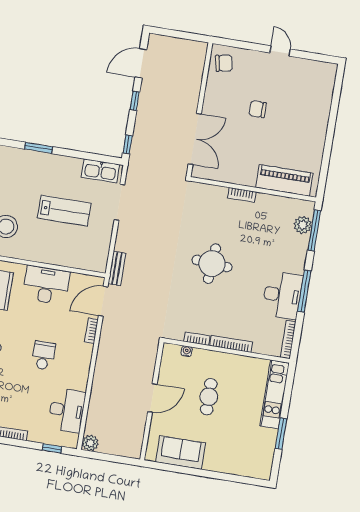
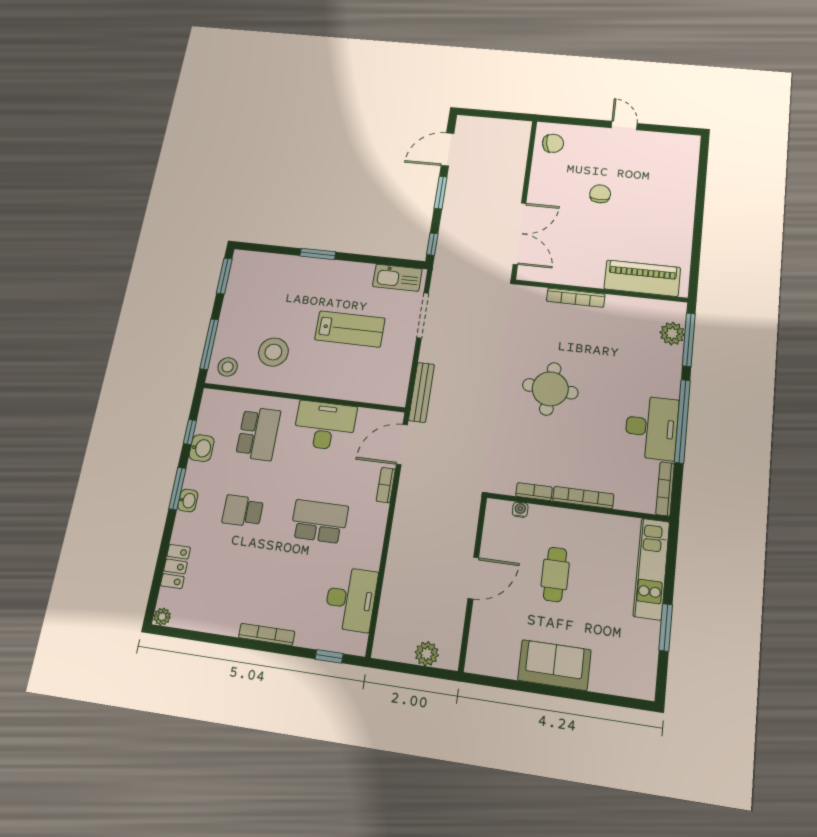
window: (135, 101) -> (441, 192), width x1.50
chair: (258, 109) -> (600, 194), turned 90
bookcase: (242, 195) -> (576, 298), width x1.56
bench: (117, 268) -> (422, 392), width x1.36
window: (304, 291) -> (682, 421), width x1.46
school desk: (43, 355) -> (319, 521), width x1.85
plant: (90, 443) -> (427, 654), moved
sofa: (181, 453) -> (554, 665), moved

